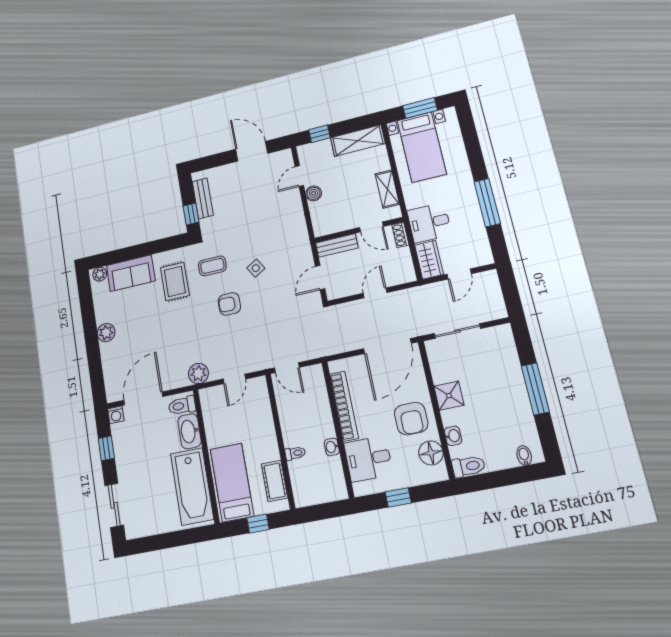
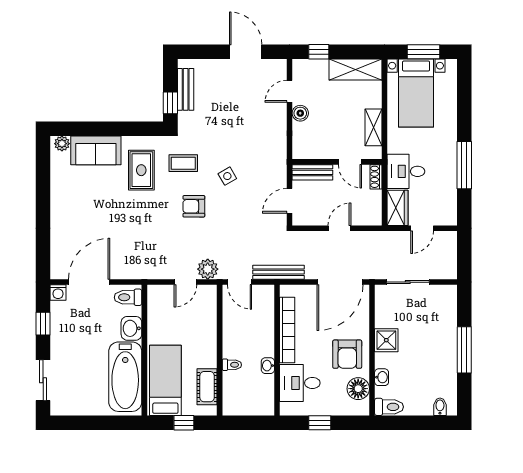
plant: (106, 333) -> (60, 207), removed
bench: (323, 350) -> (278, 272), added
plant: (198, 373) -> (208, 269), moved
washbasin: (189, 431) -> (131, 328), width x0.72

